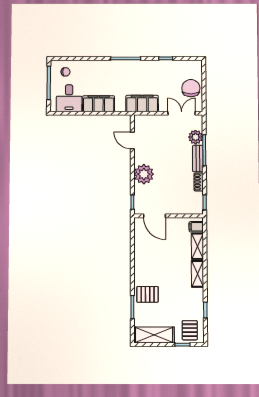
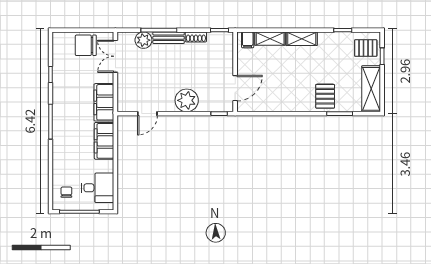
filing cabinet: (99, 104) -> (104, 141), moved

